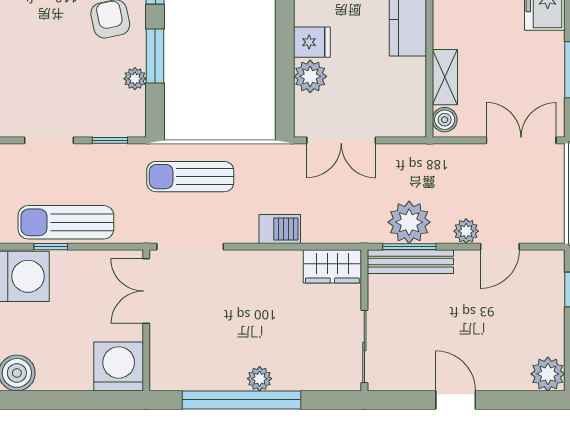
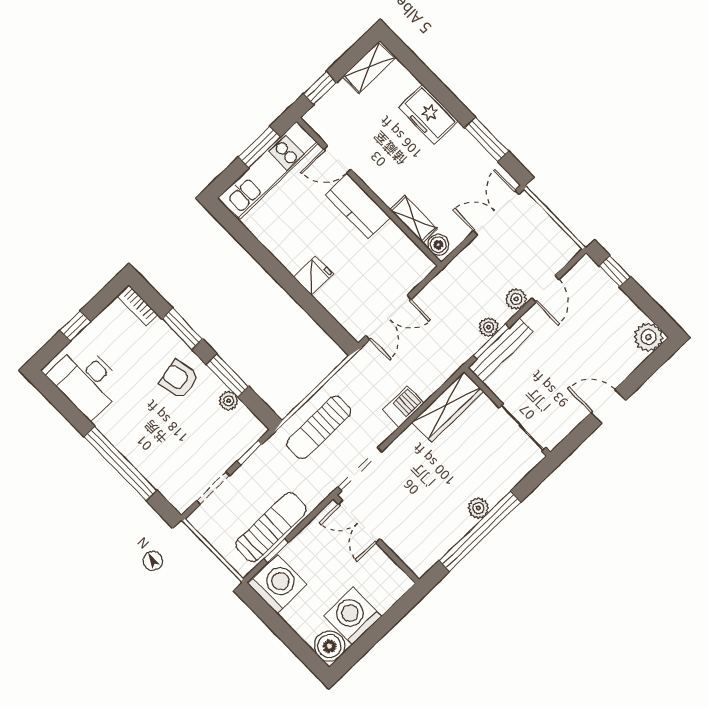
plant: (310, 76) -> (332, 297), removed
sun lounger: (66, 222) -> (271, 527), turned 180
plant: (409, 222) -> (489, 327), width x0.53, depth x0.53
wardrobe: (332, 266) -> (448, 407), width x1.50
washing machine: (119, 366) -> (353, 616), moved

